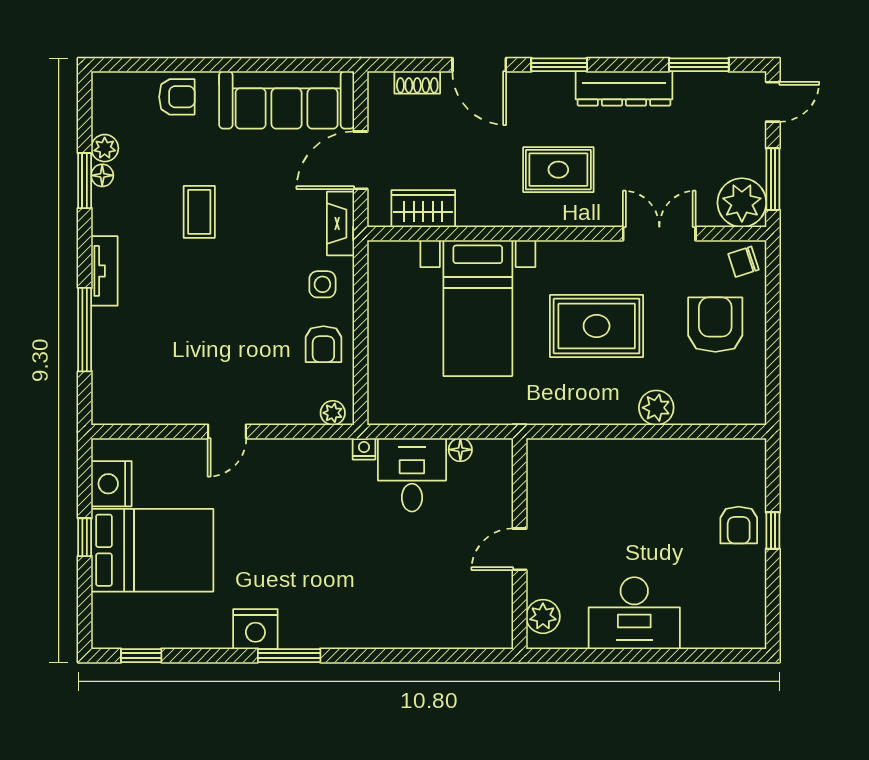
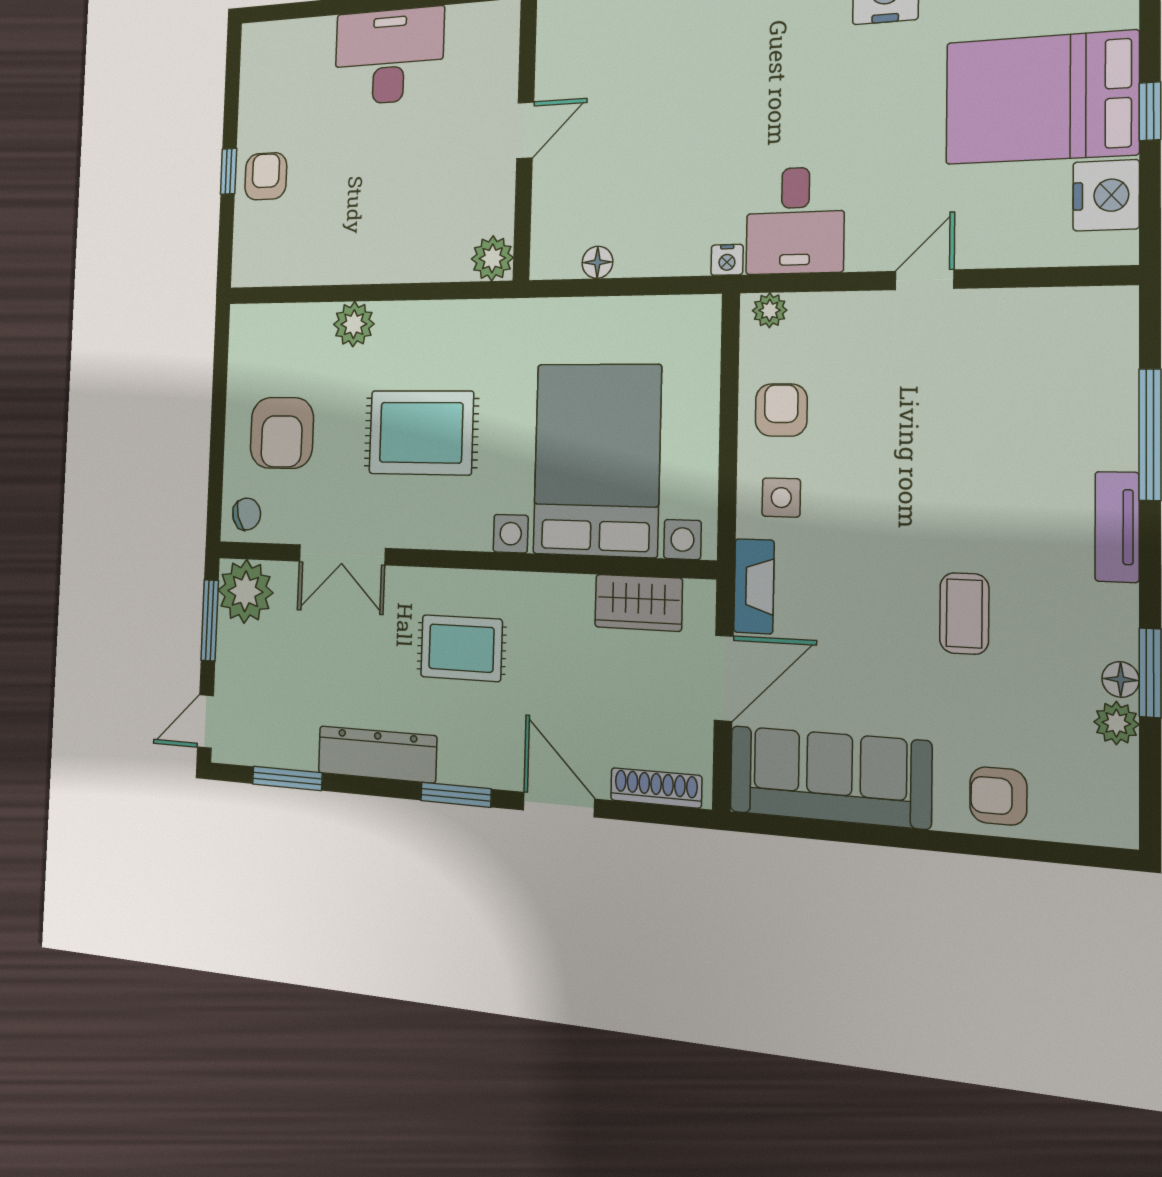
shoe rack: (417, 82) -> (656, 788), width x1.43
bed with nightstands: (478, 308) -> (597, 460), width x1.36
desk: (412, 475) -> (795, 221), moved
plant: (543, 616) -> (492, 258), moved

